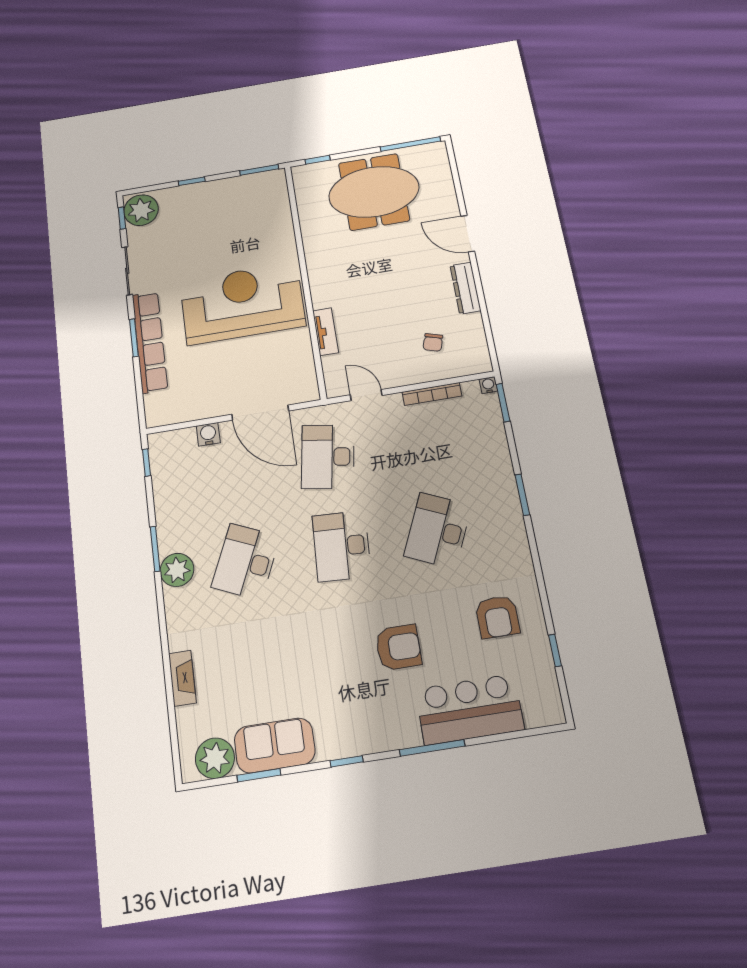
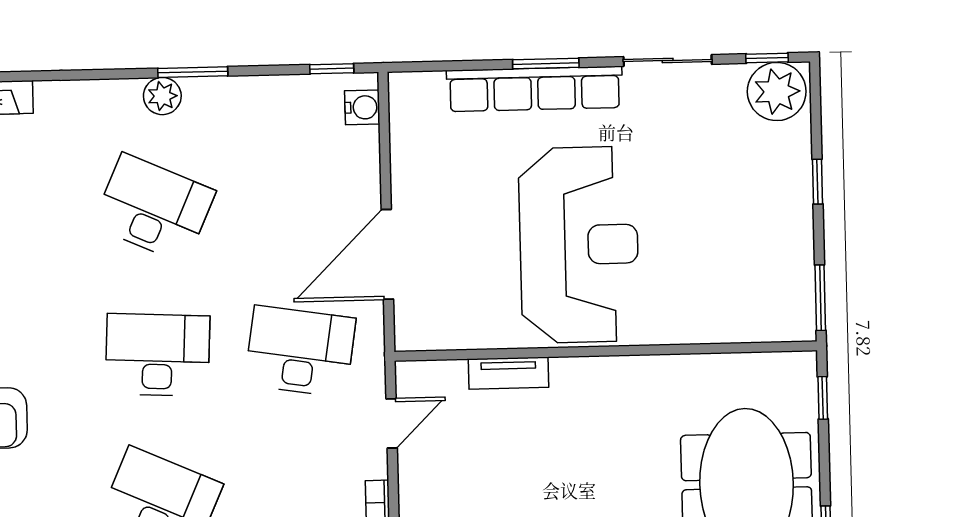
water cooler: (208, 434) -> (362, 107), moved
plant: (177, 570) -> (162, 96), width x0.73, depth x0.73

